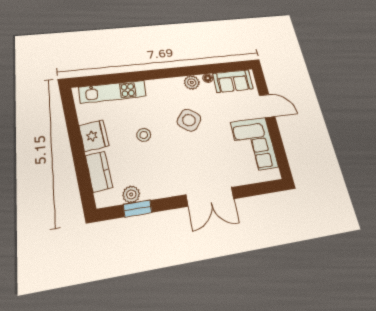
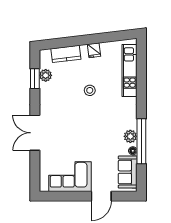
window: (195, 70) -> (141, 141), added
side table: (189, 120) -> (97, 128), removed
fridge: (94, 136) -> (94, 50), width x0.53, depth x0.75

